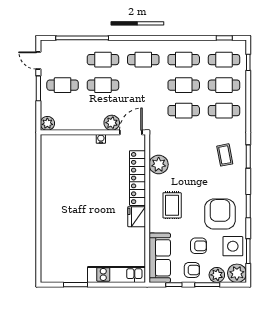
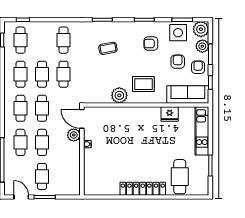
door: (38, 60) -> (21, 197), swing flipped
cafe table: (224, 85) -> (42, 108), moved
plant: (47, 123) -> (74, 189), removed
coffee table: (225, 155) -> (108, 48), moved
plant: (159, 164) -> (119, 95), moved
locker: (137, 178) -> (143, 189), moved, turned 180
armchair: (220, 214) -> (151, 44), width x0.53, depth x0.53
fridge: (137, 217) -> (170, 114), moved
cafe table: (62, 248) -> (180, 177), added

